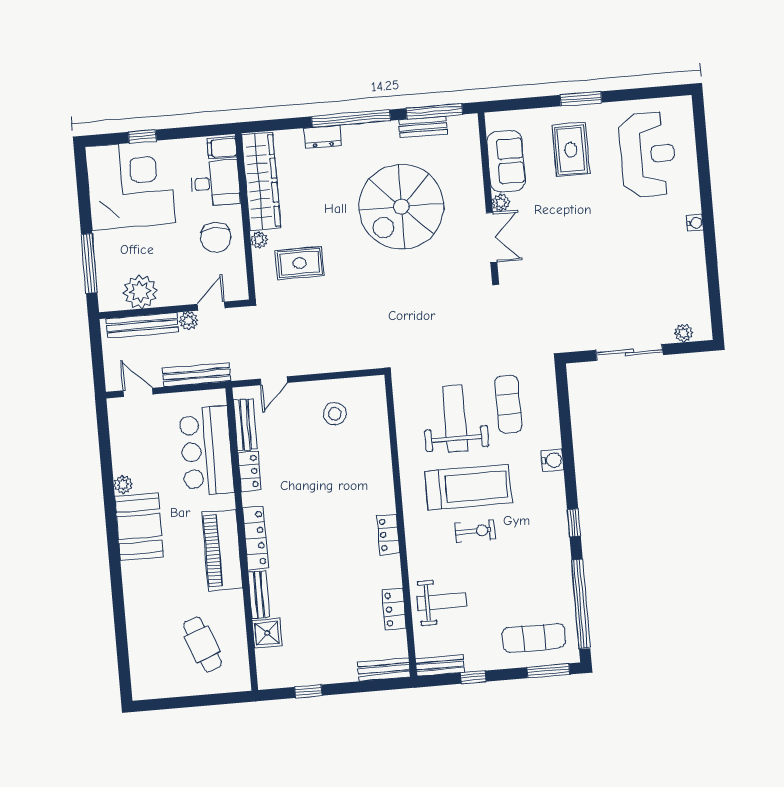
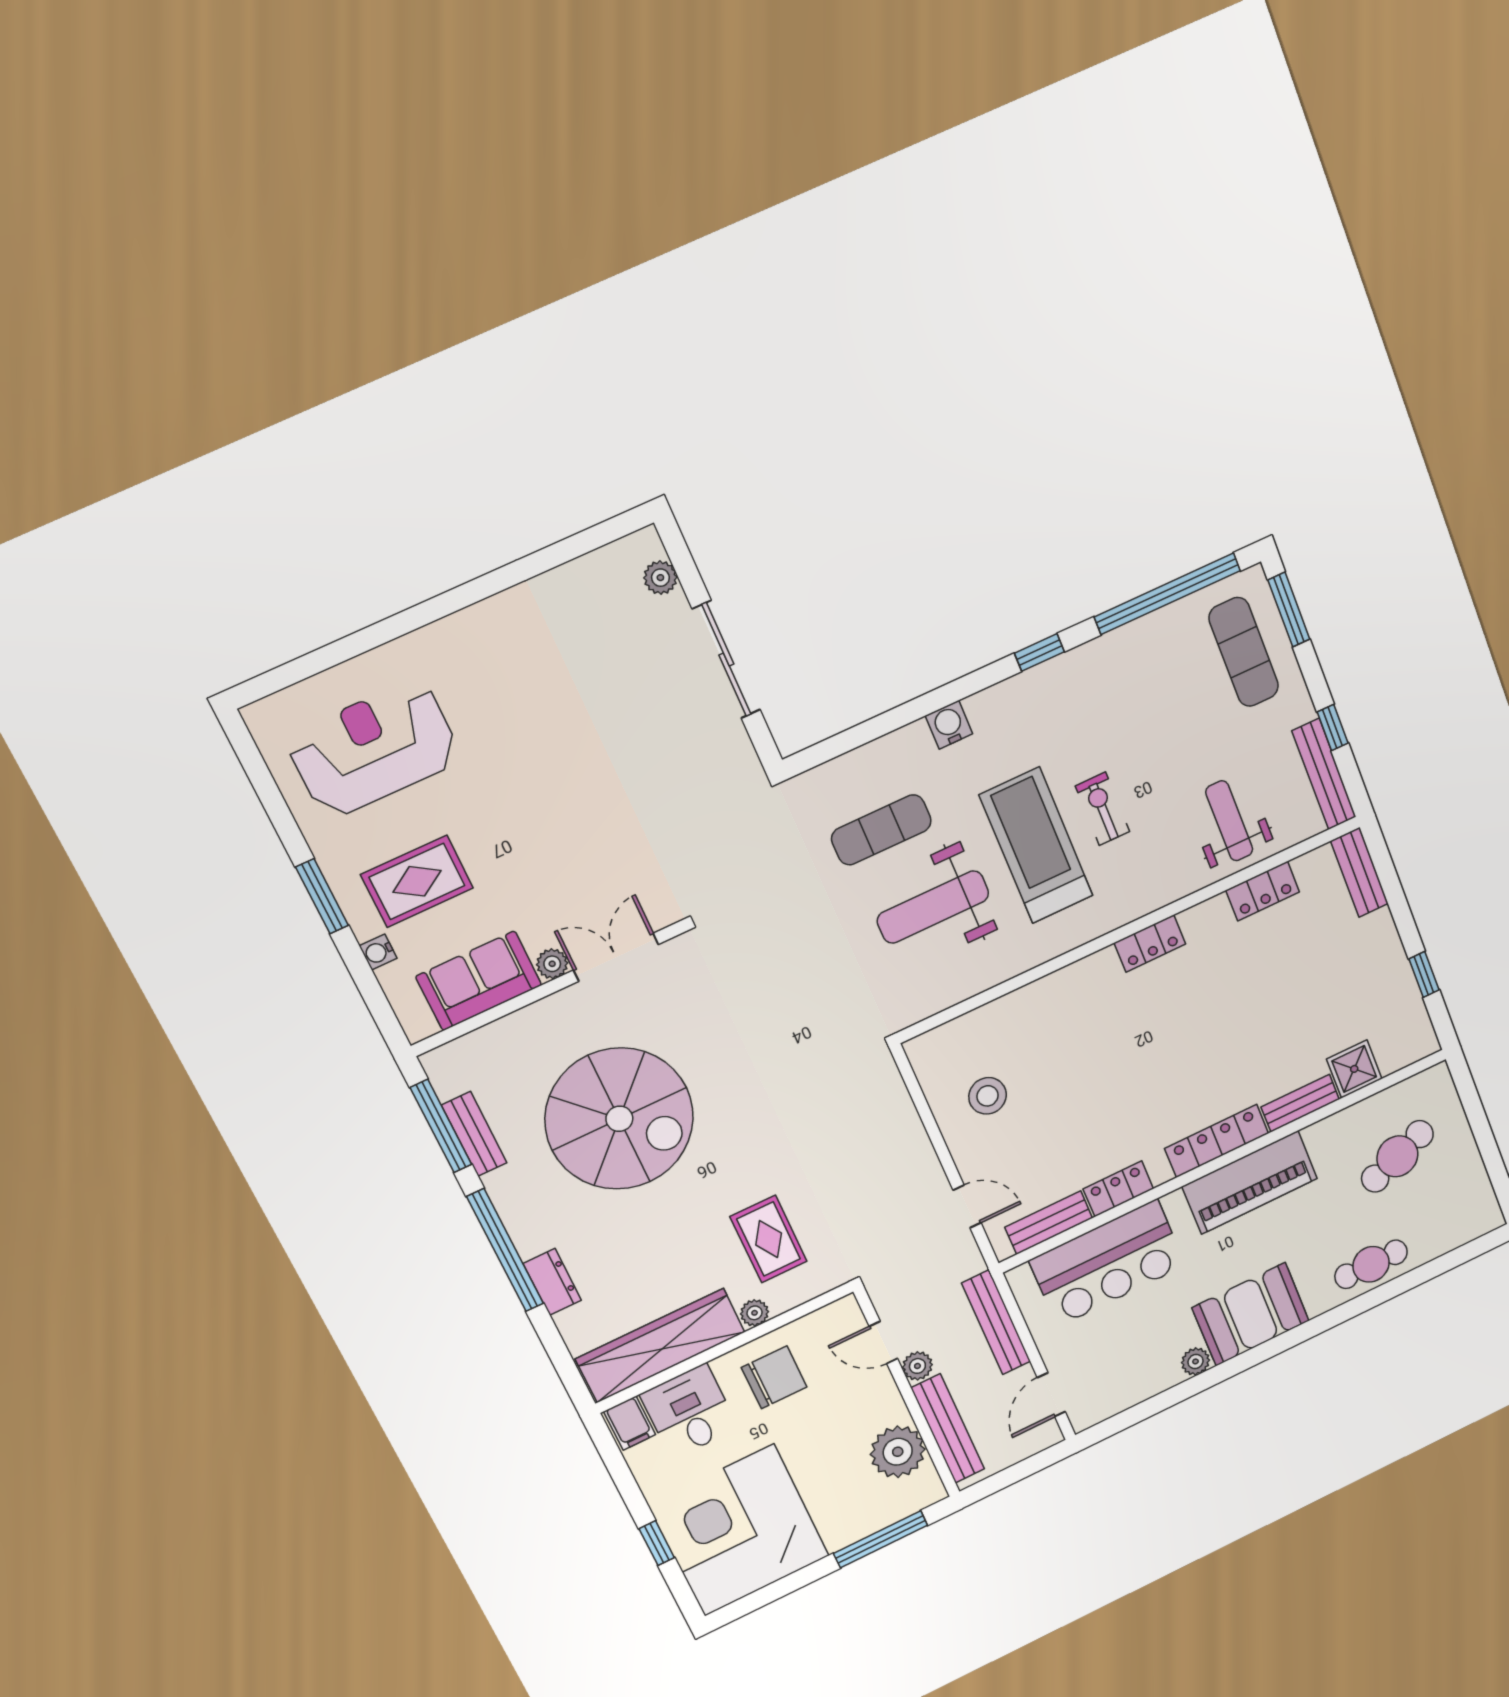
water cooler: (695, 223) -> (378, 952), moved, turned -90
cafe table: (141, 609) -> (1371, 1264), added
bench: (440, 665) -> (1324, 774), width x1.36

